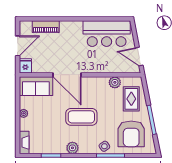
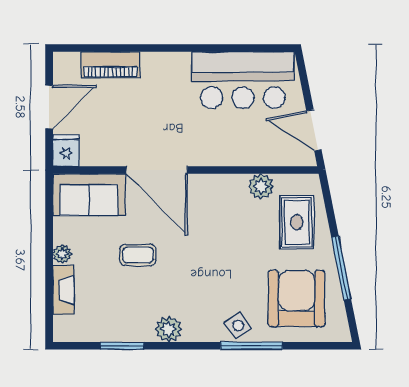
coffee table: (81, 117) -> (138, 255), moved, width x0.54, depth x0.58
armchair: (131, 134) -> (297, 299), turned 180
fireplace: (24, 143) -> (63, 290), moved

